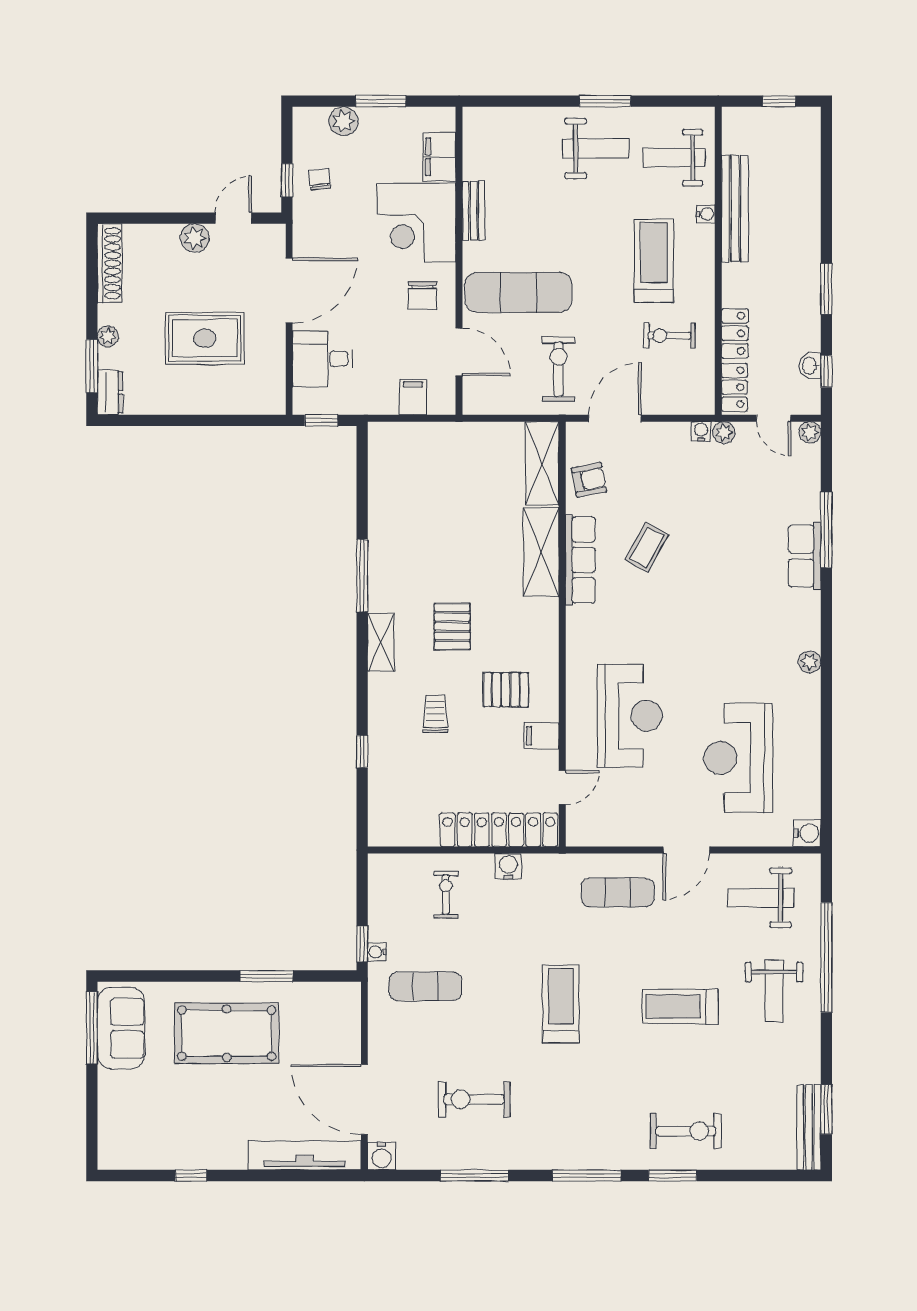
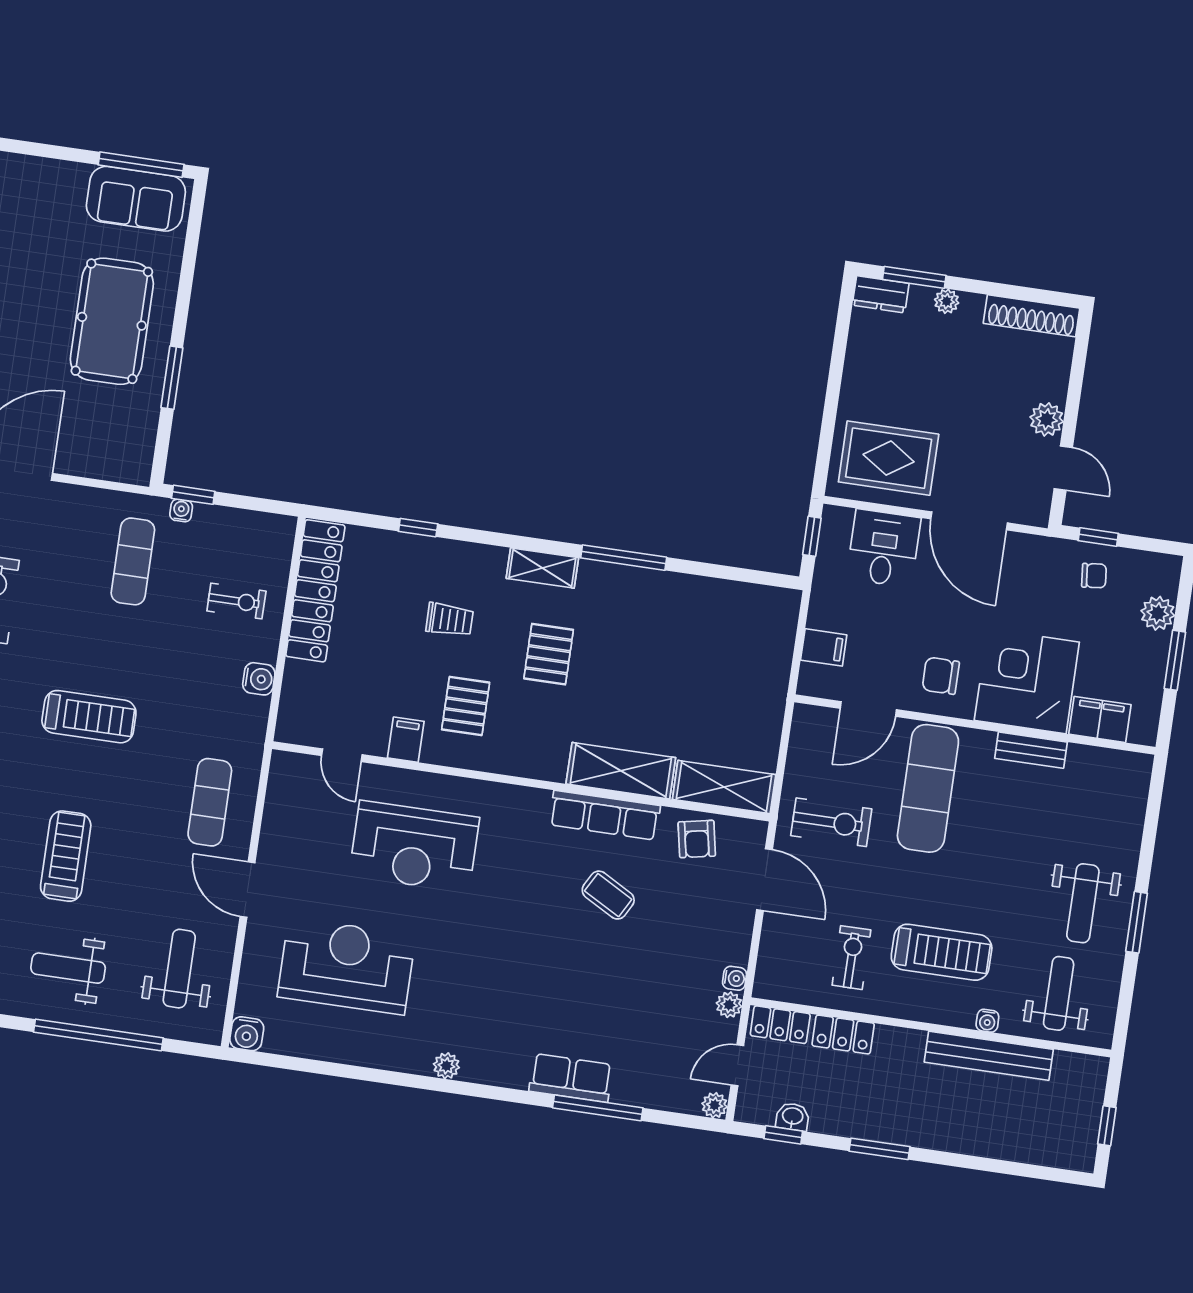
rug: (205, 338) -> (889, 458), moved, turned 90
pallet: (452, 627) -> (549, 654), turned 90
locker: (499, 830) -> (315, 591), moved

